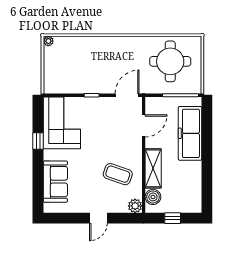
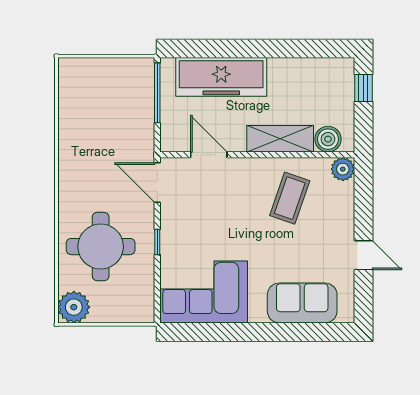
plant: (48, 41) -> (74, 307), width x1.88, depth x1.88
round table: (170, 61) -> (101, 247), moved
window: (38, 141) -> (234, 332), removed
door: (98, 218) -> (363, 255), moved
window: (173, 218) -> (363, 88), moved

